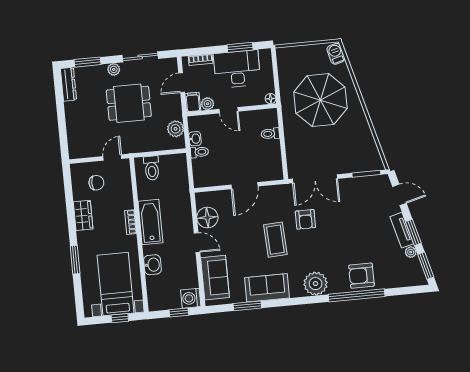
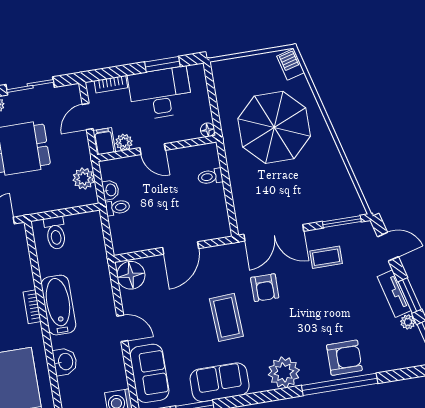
coffee table: (353, 200) -> (326, 257), added
floor lamp: (207, 218) -> (131, 275), moved
armchair: (361, 276) -> (344, 358), turned 180

